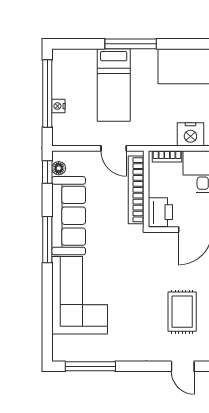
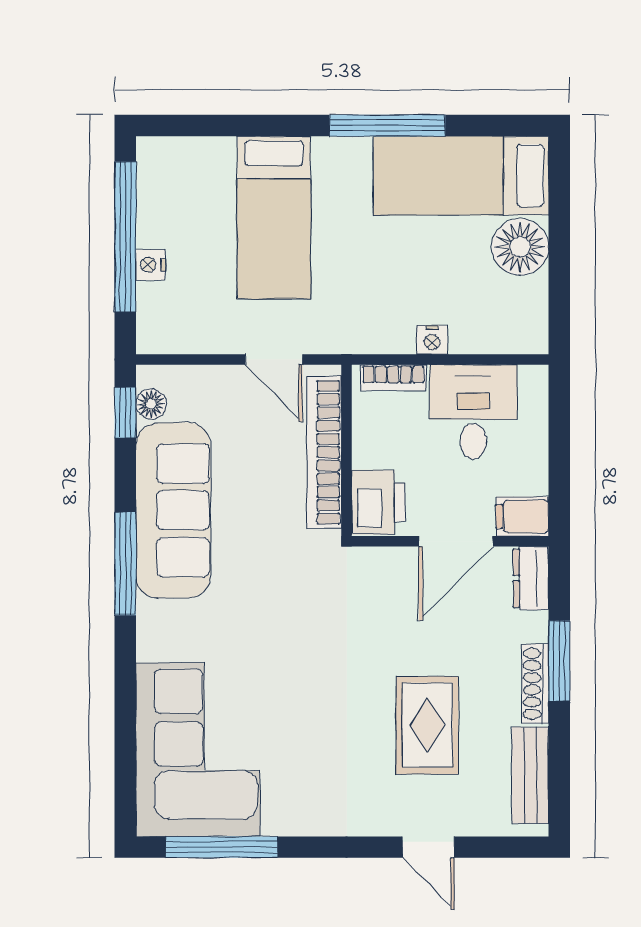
window: (131, 44) -> (387, 126), moved
nightstand: (190, 134) -> (432, 340), width x0.53, depth x0.56
corner sofa: (80, 295) -> (198, 750), moved

